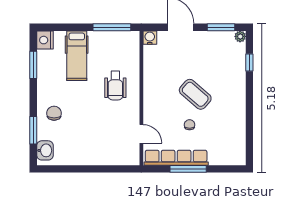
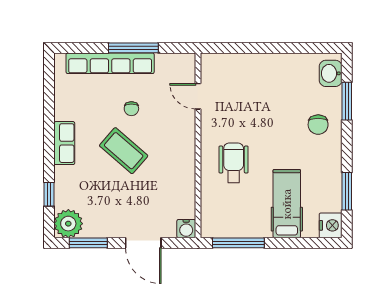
plant: (240, 36) -> (68, 224), width x1.87, depth x1.87
row of seats: (238, 100) -> (64, 143), added
row of seats: (176, 158) -> (110, 63), moved

